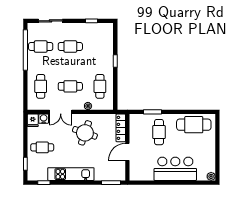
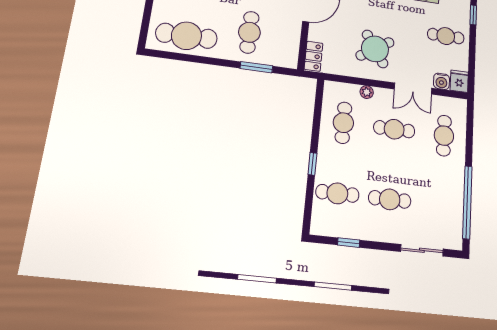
cafe table: (41, 46) -> (337, 193), moved
double door: (61, 112) -> (413, 89), swing flipped
locker: (121, 128) -> (314, 56), width x0.66
round table: (85, 133) -> (375, 49), turned 38

